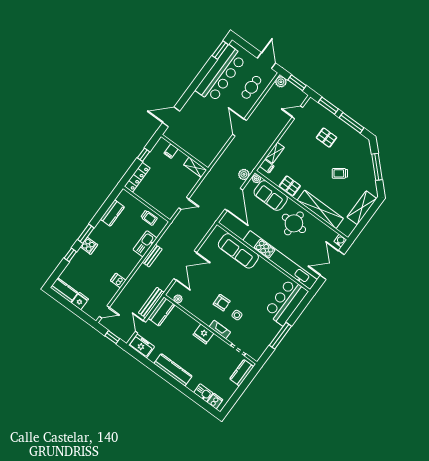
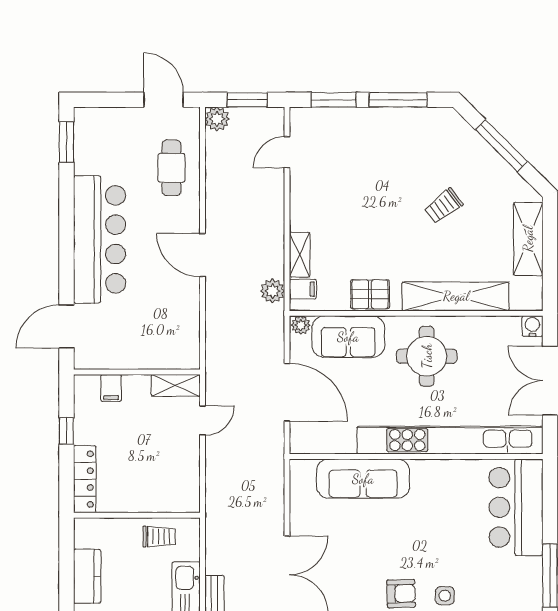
bar counter: (221, 74) -> (99, 239), moved
pallet: (326, 138) -> (372, 159), removed
plant: (244, 174) -> (273, 291), moved
door: (184, 203) -> (203, 420), moved

